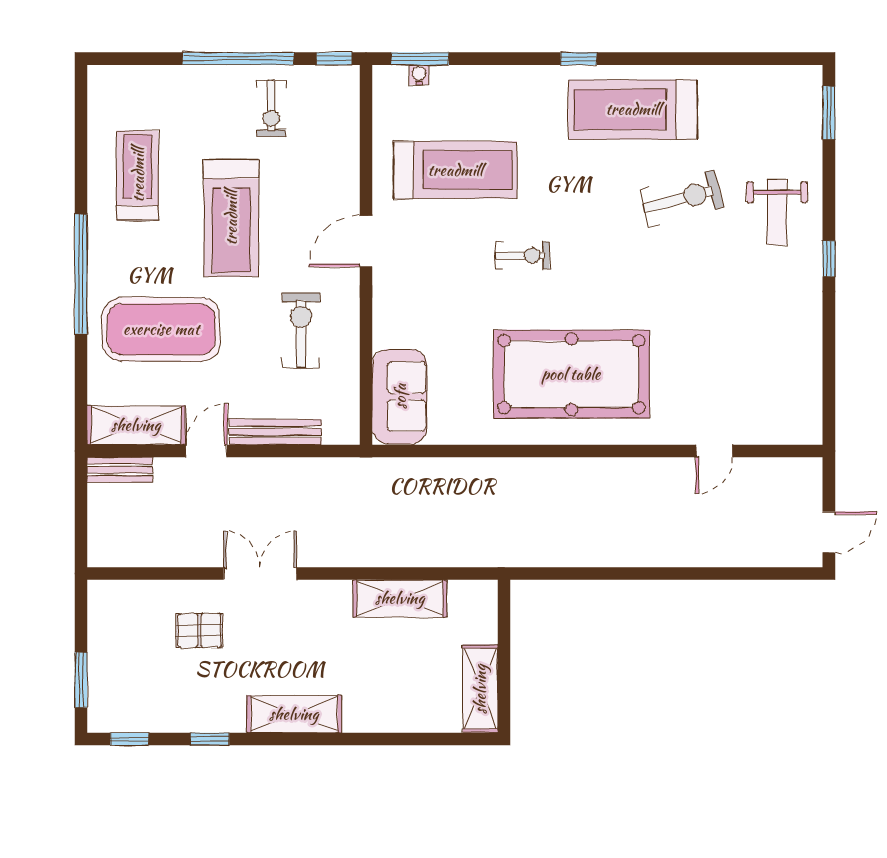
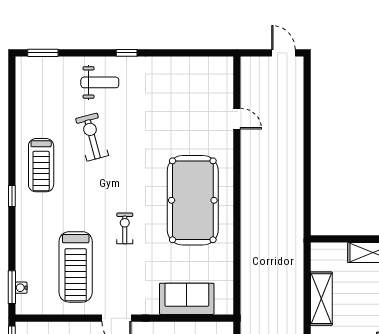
treadmill: (633, 109) -> (41, 165), width x0.73, depth x0.73
treadmill: (455, 170) -> (76, 267), turned 180
sofa: (400, 396) -> (187, 299), moved

